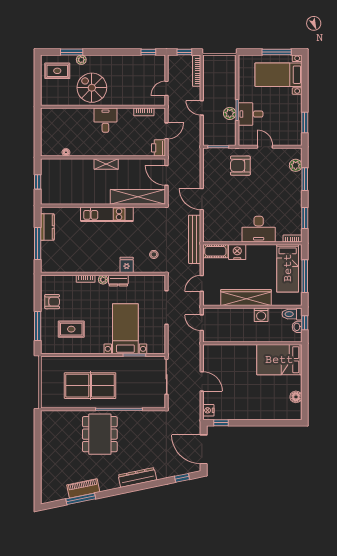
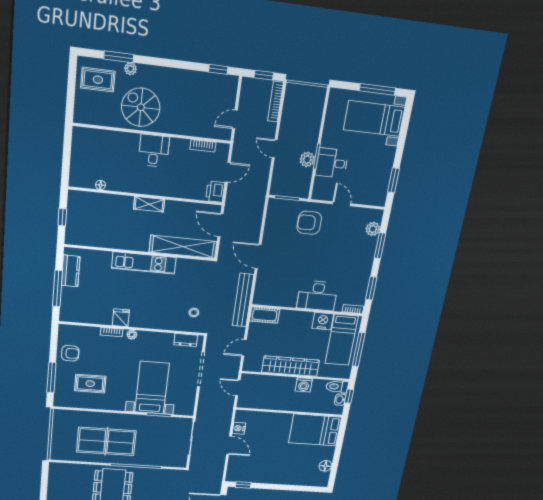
nightstand: (237, 252) -> (323, 321), moved
fridge: (127, 265) -> (121, 318), moved
dresser: (118, 281) -> (186, 340), moved
nightstand: (208, 410) -> (239, 428), moved

